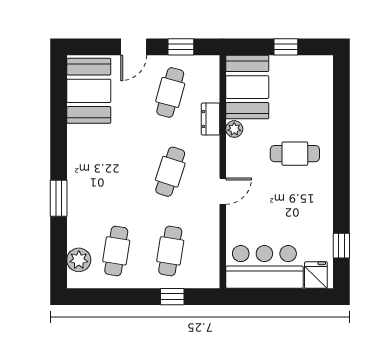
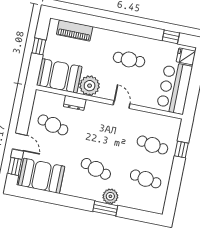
window: (181, 47) -> (15, 166), moved
piano: (321, 97) -> (75, 31), added
plant: (234, 129) -> (90, 86), width x1.88, depth x1.88
cafe table: (295, 154) -> (129, 59), moved, turned 90
cafe table: (170, 172) -> (96, 169), moved
plant: (79, 260) -> (110, 196), moved

